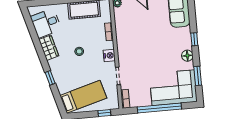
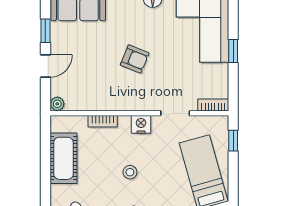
armchair: (149, 48) -> (135, 59), added
window: (159, 108) -> (233, 51), width x0.32

